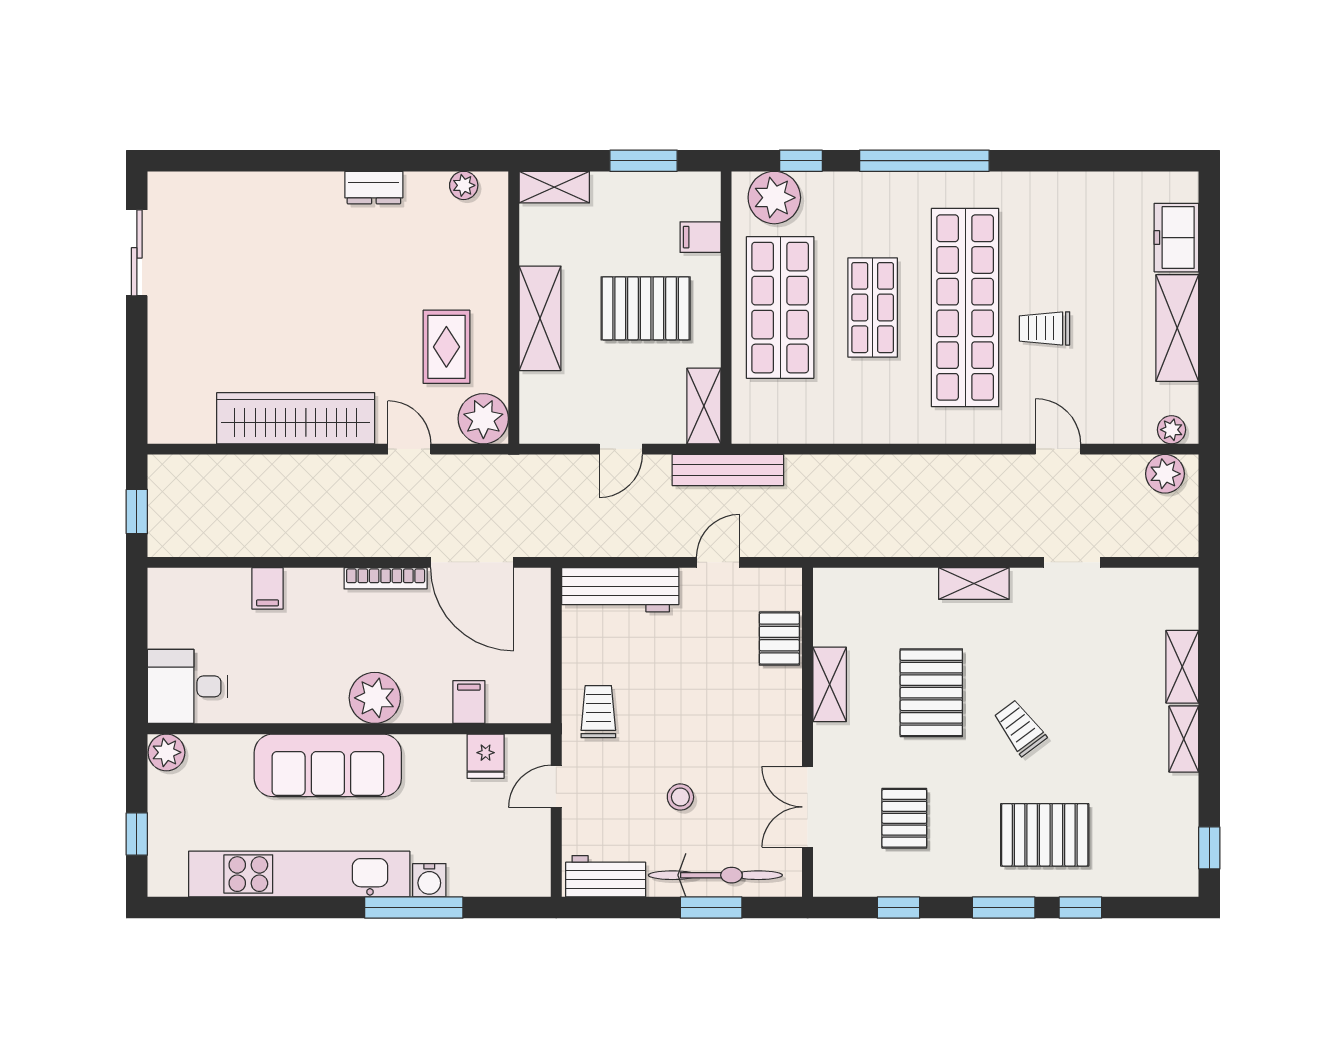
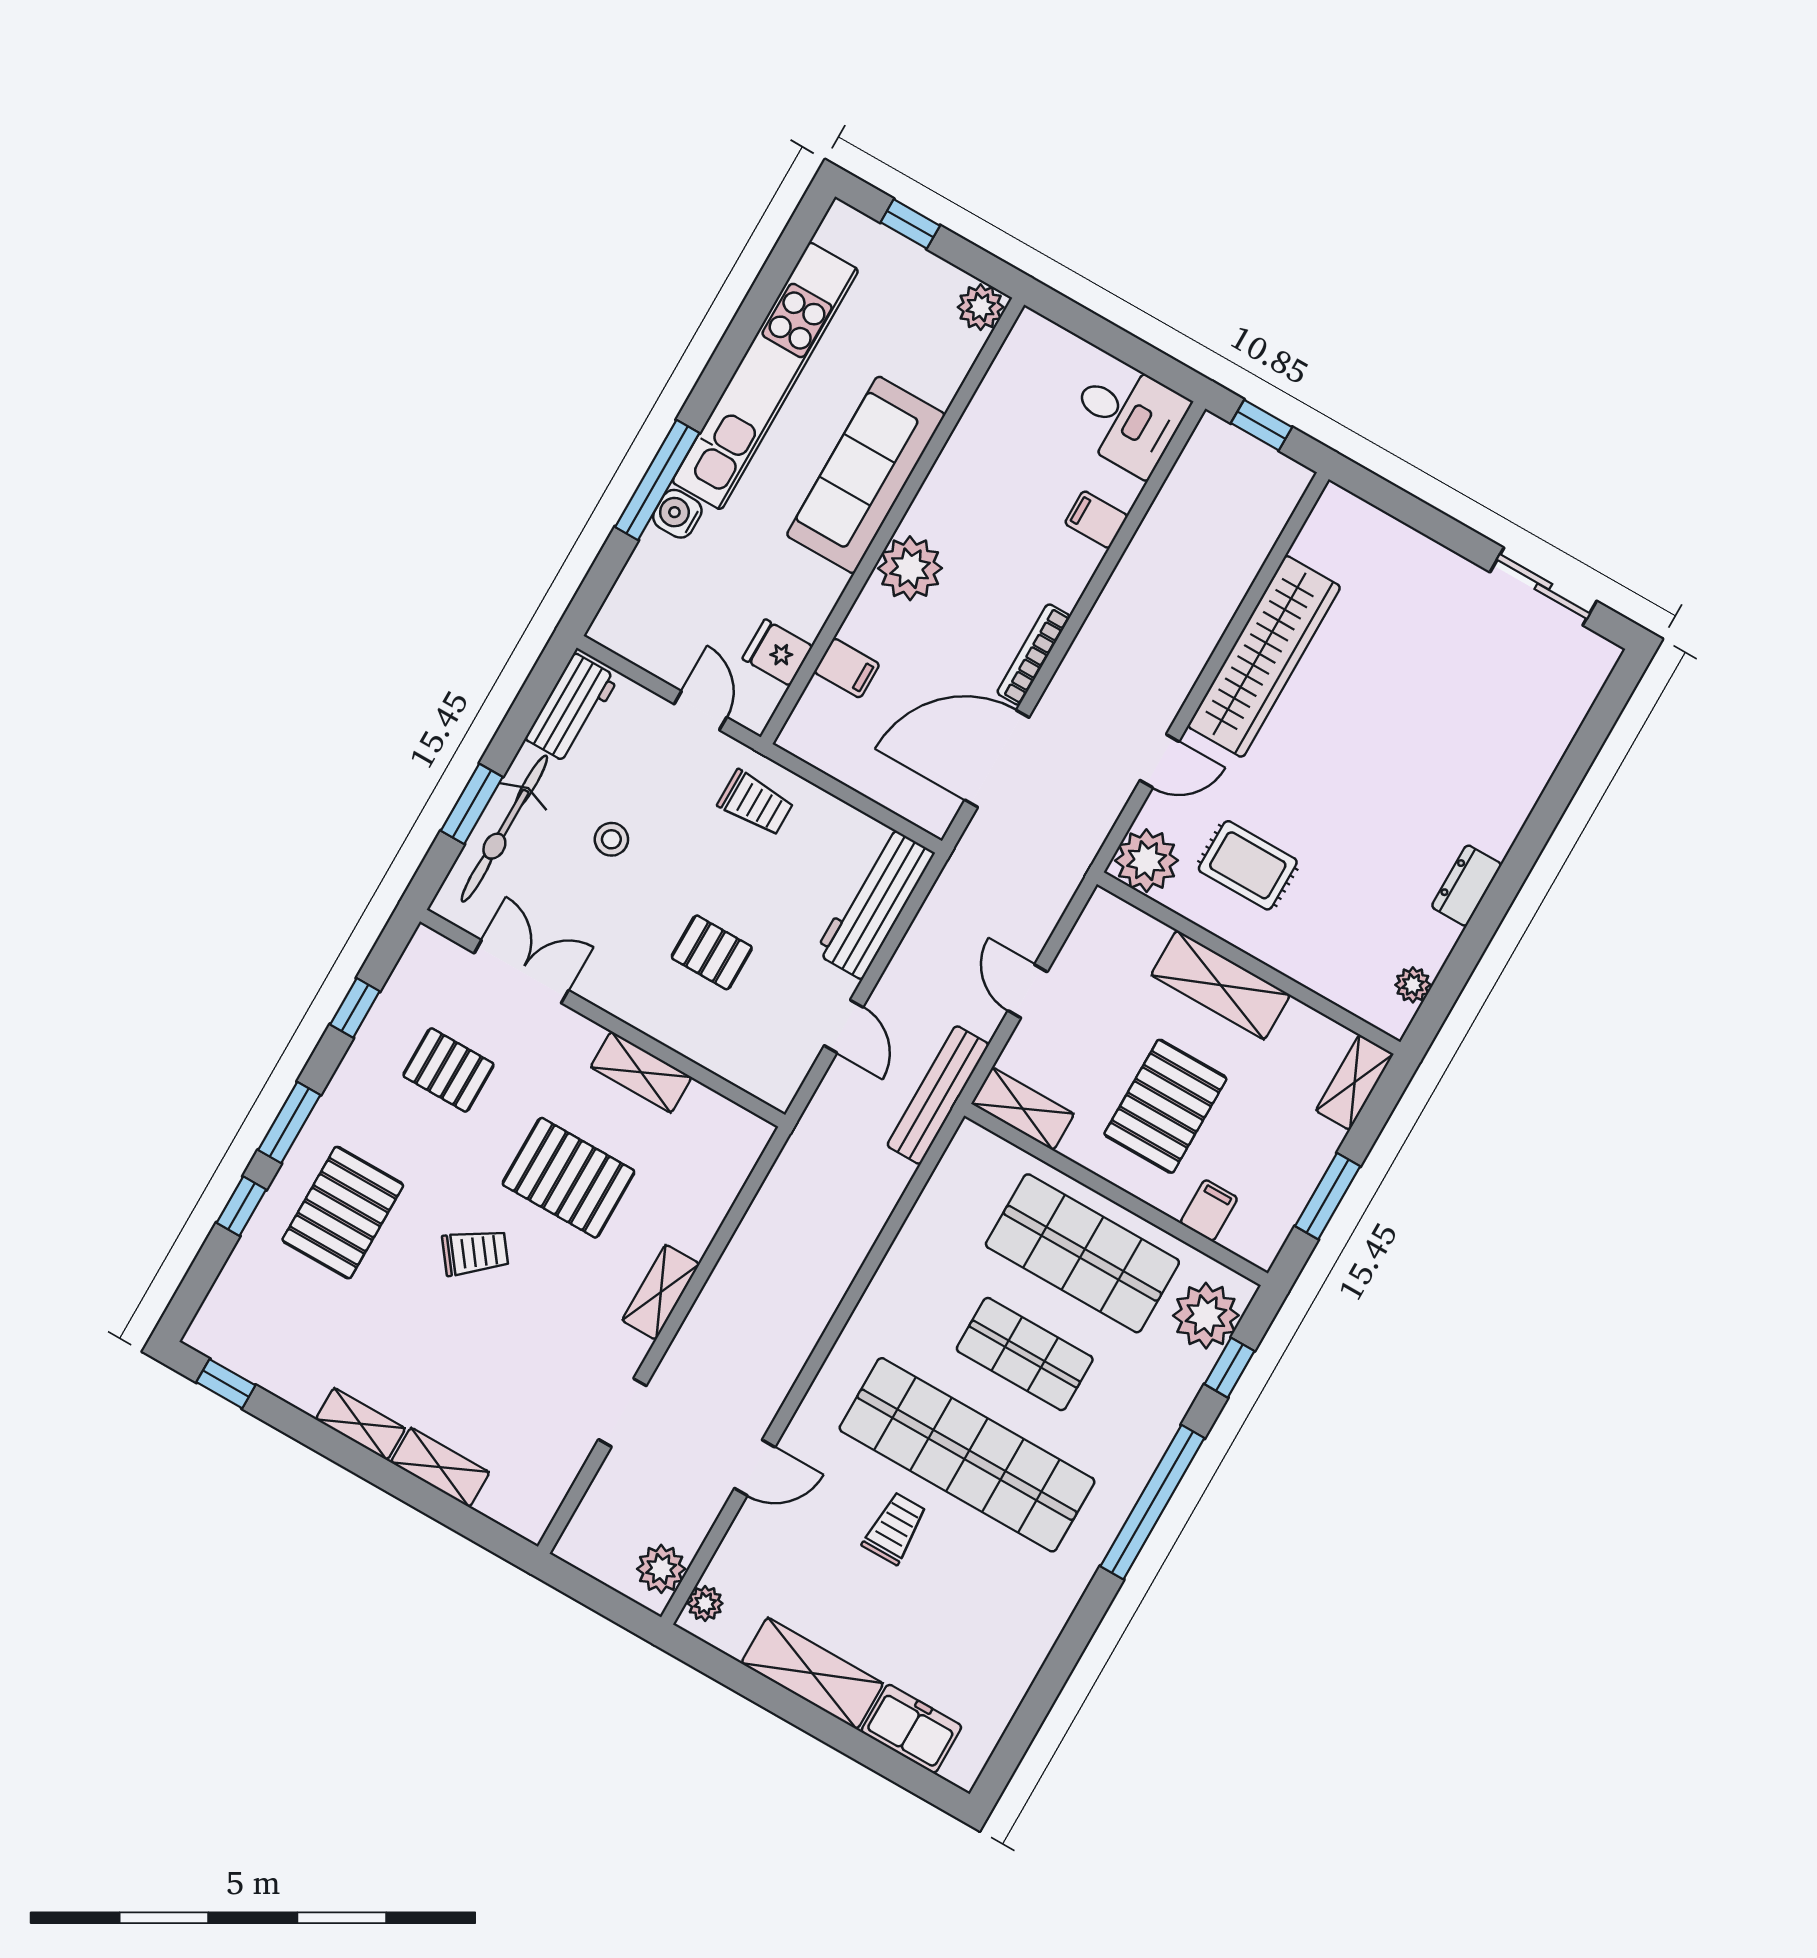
pallet: (779, 639) -> (712, 952), moved
desk: (187, 686) -> (1127, 417), moved, turned 90

